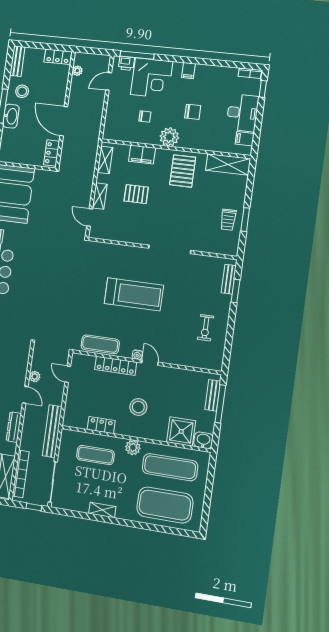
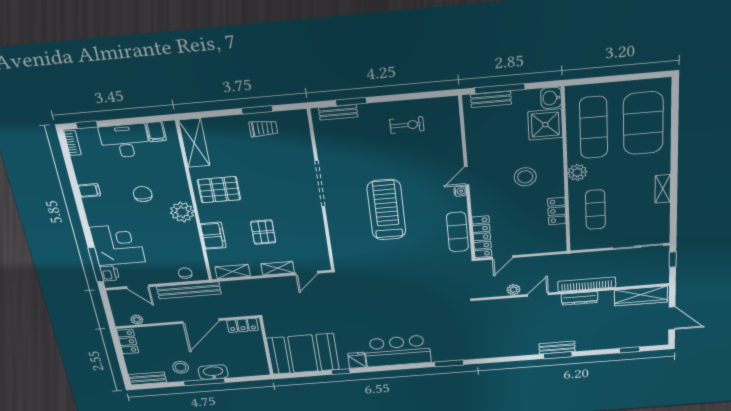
filing cabinet: (188, 71) -> (89, 190), moved
chair: (145, 116) -> (185, 273), moved
locker: (116, 366) -> (482, 237), moved
bench: (52, 431) -> (189, 290), moved
bookcase: (21, 474) -> (587, 284), moved

